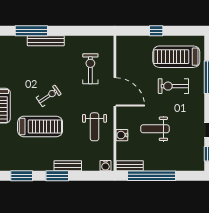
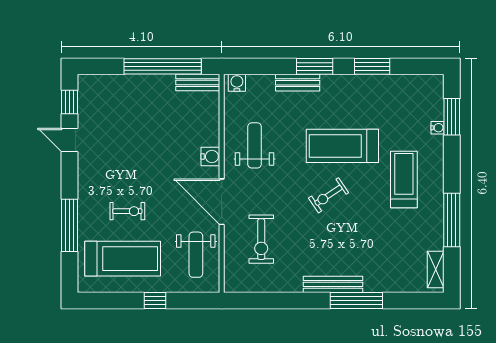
exercise bike: (173, 86) -> (127, 211), width x0.73, depth x0.72
weight bench: (155, 129) -> (196, 255), moved, turned 90
water cooler: (122, 135) -> (210, 157), moved

